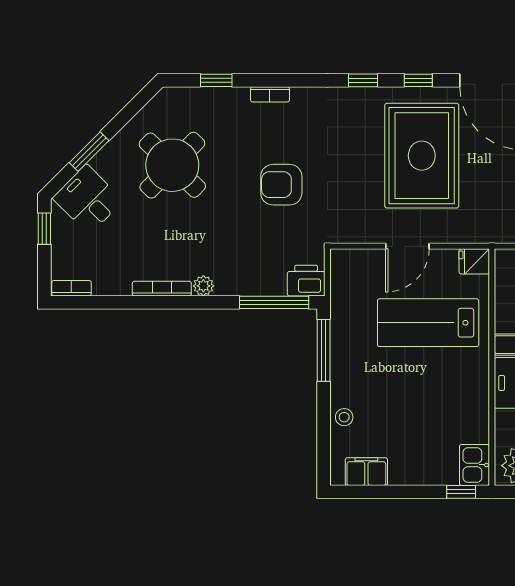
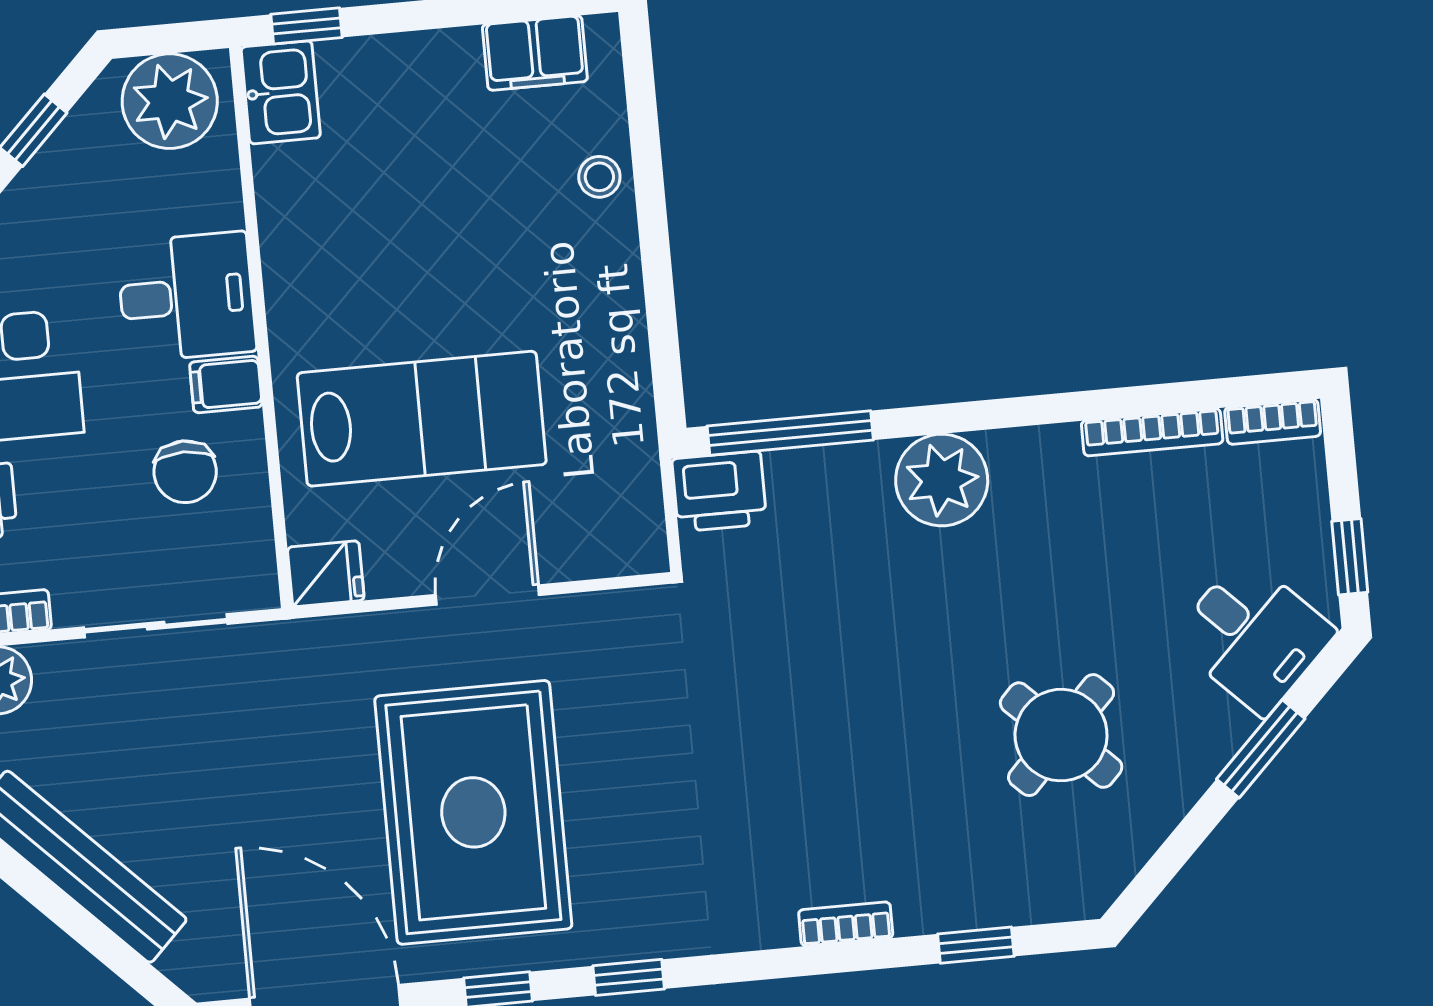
round table: (172, 165) -> (1061, 735), width x0.73, depth x0.73
armchair: (281, 185) -> (799, 713), removed
plant: (203, 286) -> (942, 480), width x1.88, depth x1.88
bookcase: (162, 289) -> (1152, 432), moved
window: (324, 350) -> (663, 330), removed

